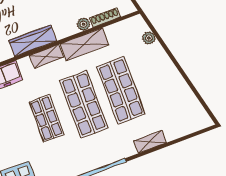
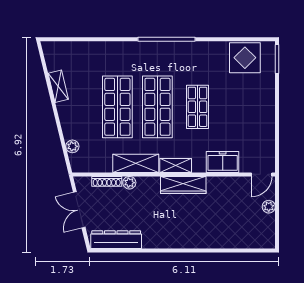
shelving: (150, 142) -> (58, 86), moved, turned 76

